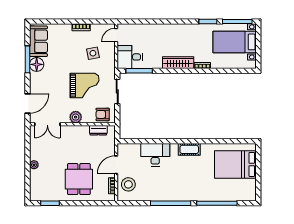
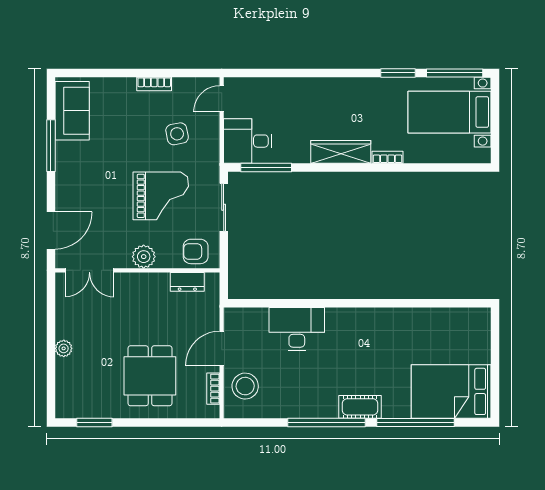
floor lamp: (37, 64) -> (69, 155), removed
cot: (189, 149) -> (360, 407), moved
bed: (235, 164) -> (451, 391), moved

